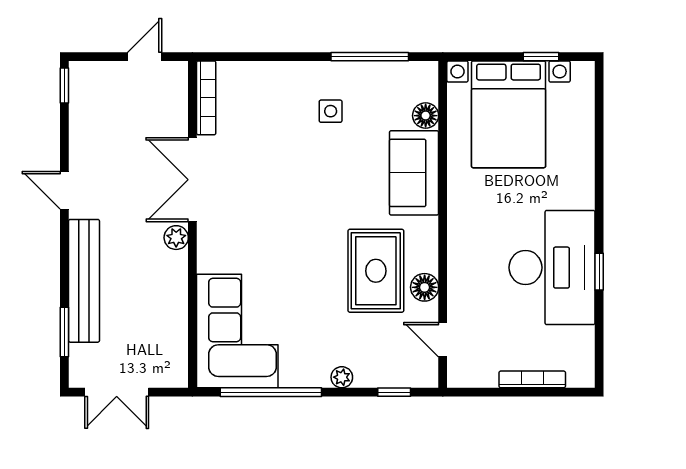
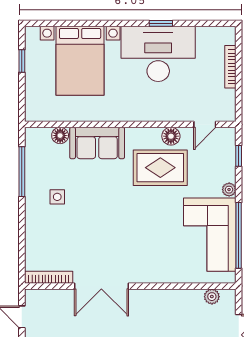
bed with nightstands: (509, 114) -> (80, 61), moved, turned 90
plant: (176, 238) -> (212, 297), moved
corner sofa: (237, 331) -> (210, 235), moved, turned -90

